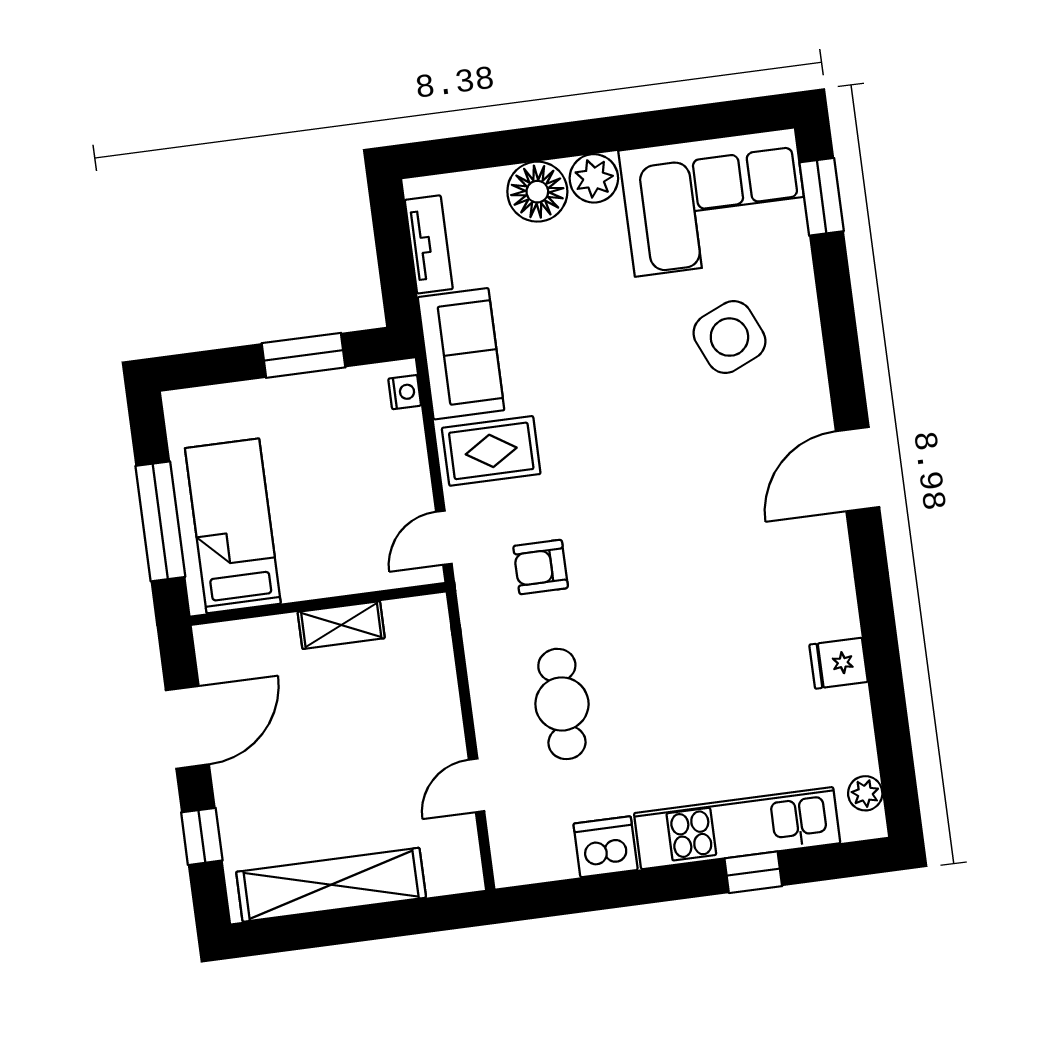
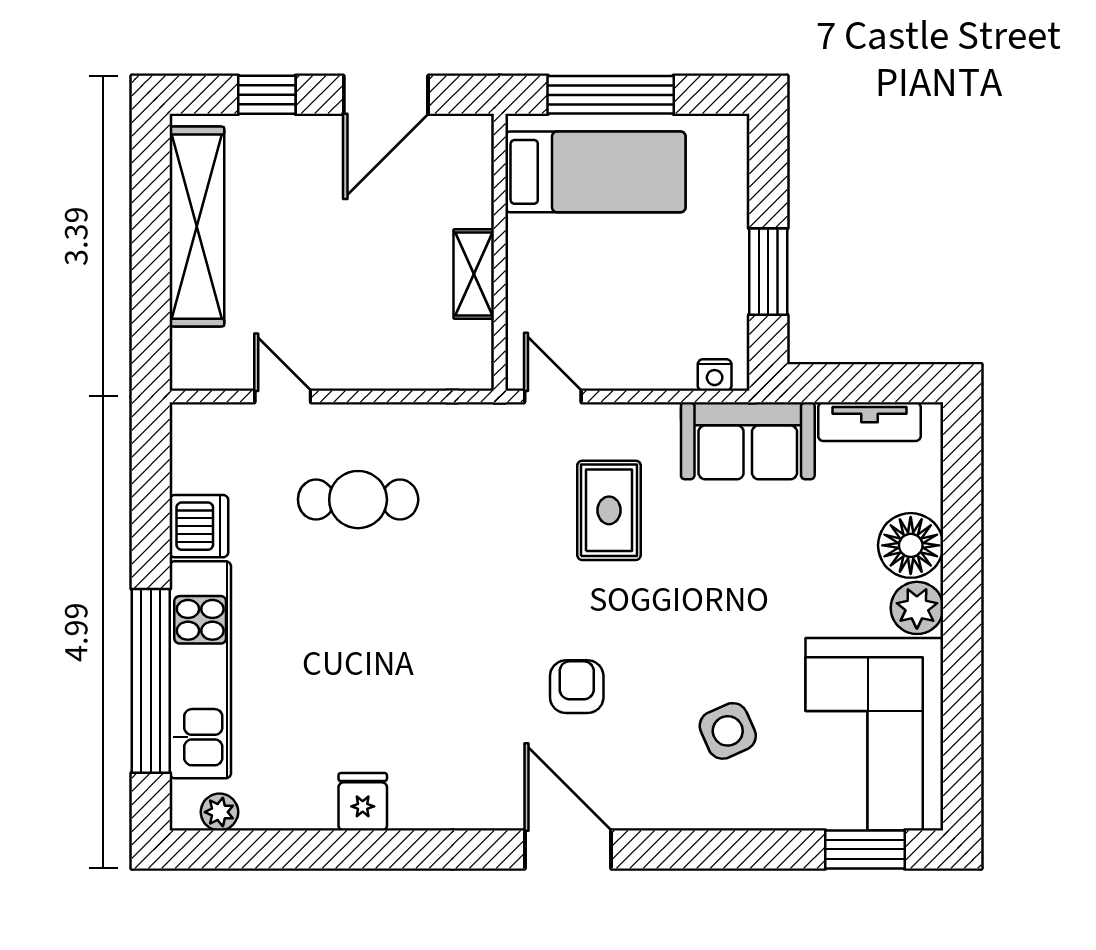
side table: (729, 337) -> (728, 731), width x0.73, depth x0.73
rug: (491, 451) -> (609, 510), moved
armchair: (541, 567) -> (577, 687), moved
door: (187, 727) -> (386, 95), hinge flipped
window: (753, 872) -> (151, 681), width x3.17

